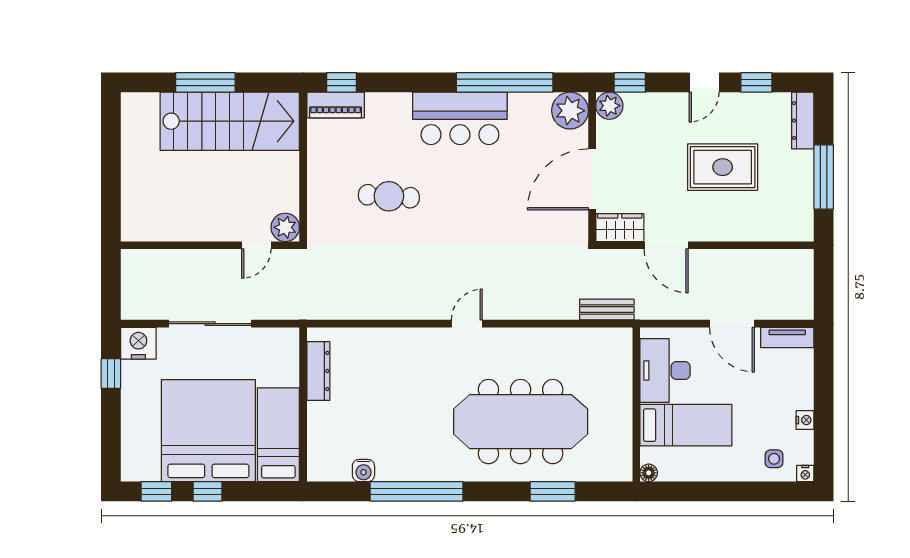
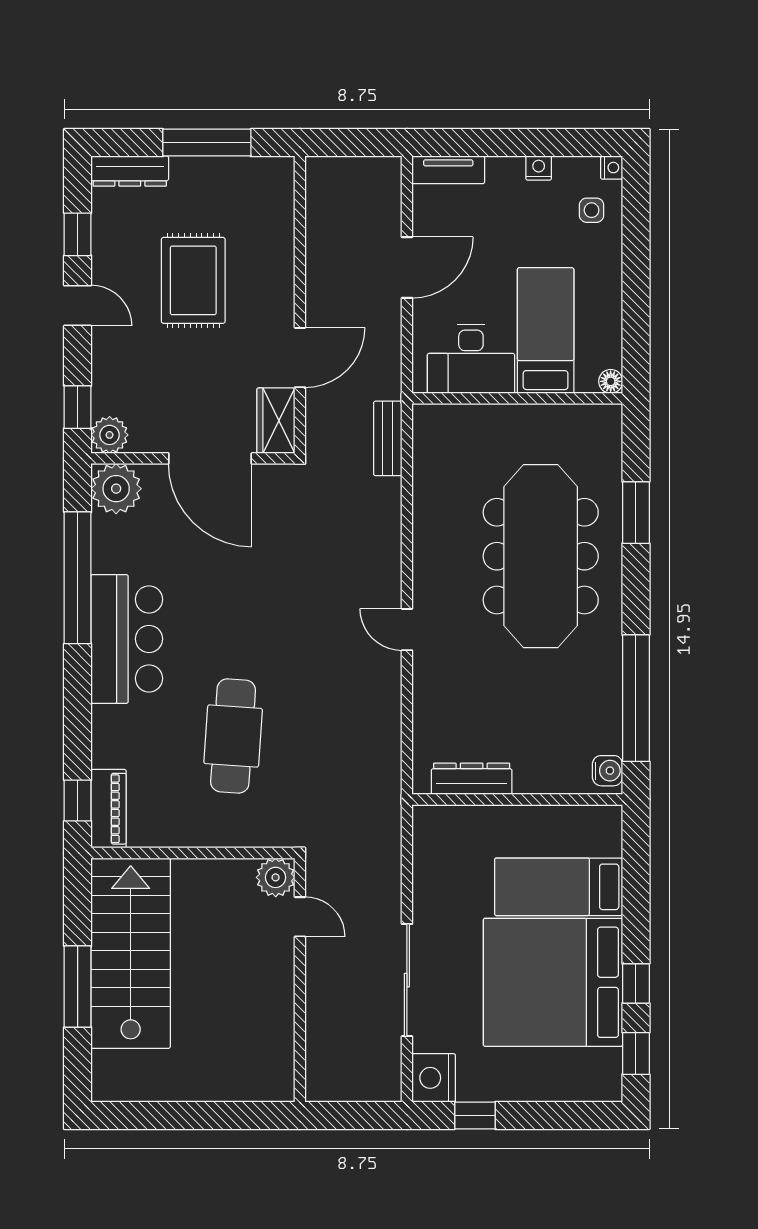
cafe table: (389, 196) -> (233, 736), width x1.37, depth x1.35
tv unit: (787, 337) -> (448, 170), moved, turned 90
dresser: (318, 371) -> (472, 779), moved
wall: (303, 404) -> (517, 800), moved

